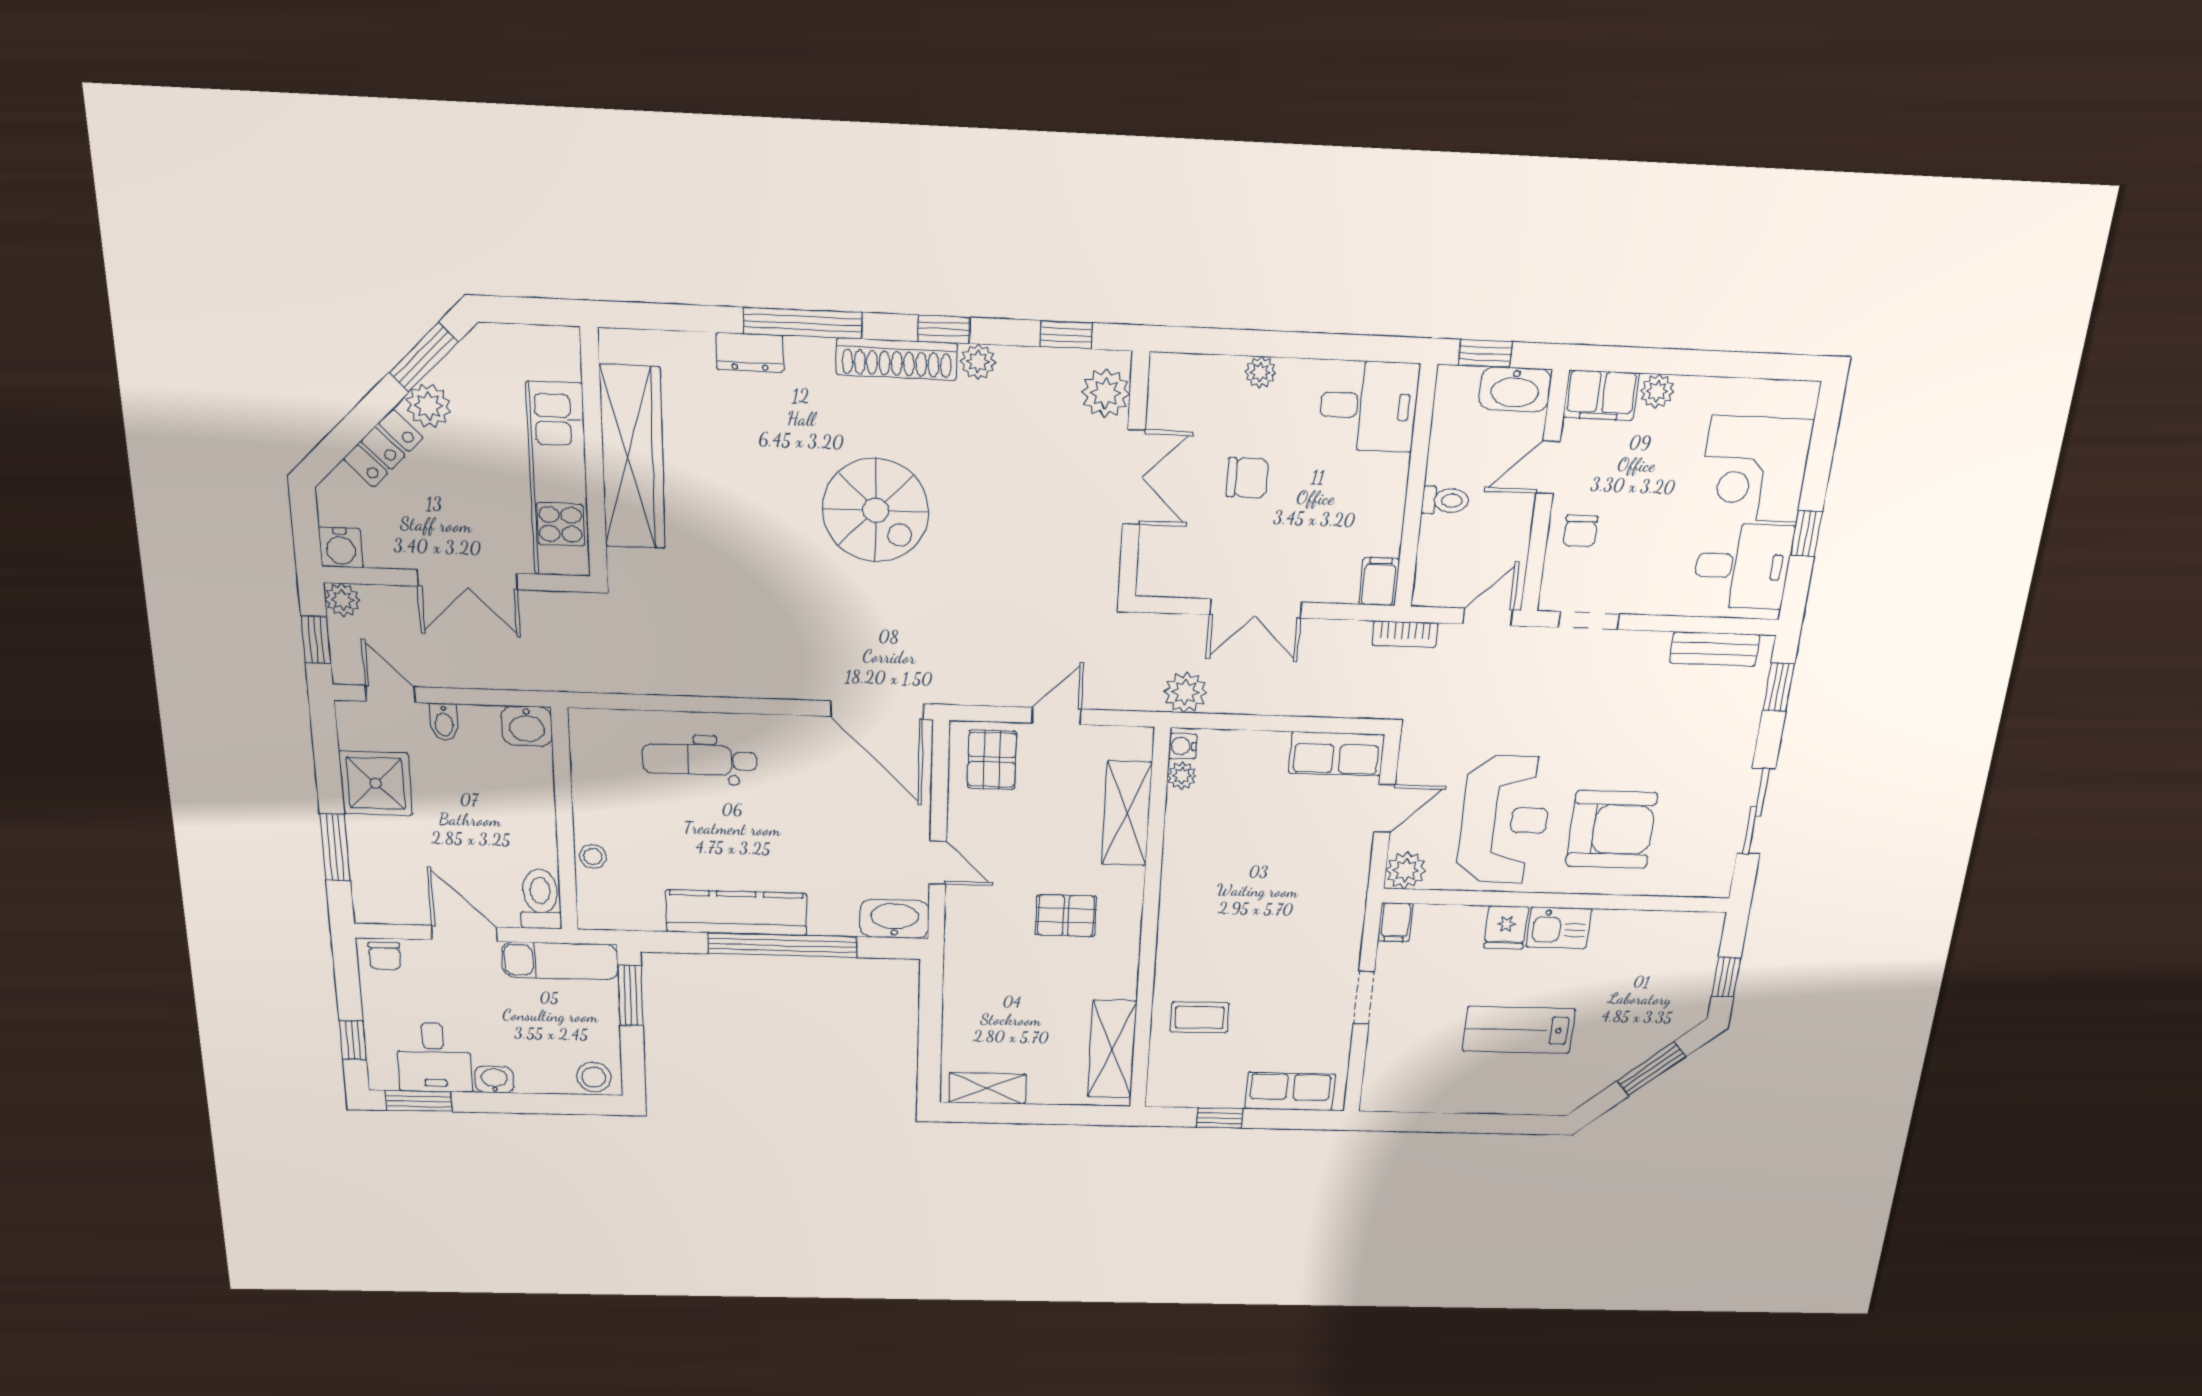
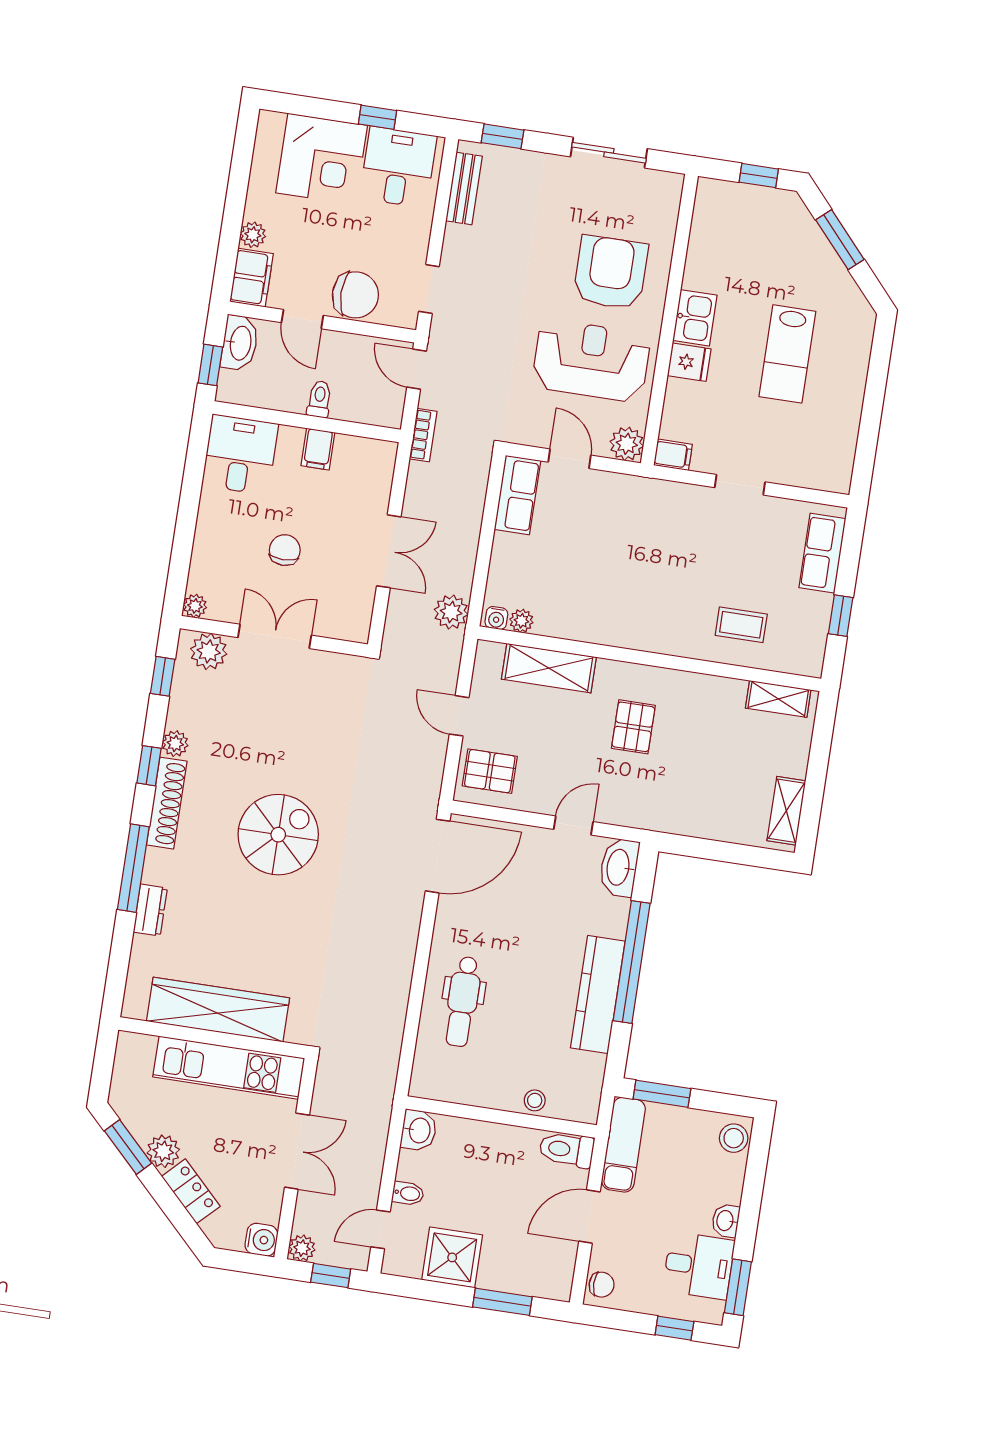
plant: (1260, 372) -> (195, 606), moved
chair: (1580, 531) -> (355, 295), width x1.87, depth x1.87
filing cabinet: (1379, 582) -> (318, 449), moved, turned -90
coffee table: (1200, 1017) -> (741, 625), turned 90
shelving: (1112, 1049) -> (778, 699), width x0.67, depth x0.75

